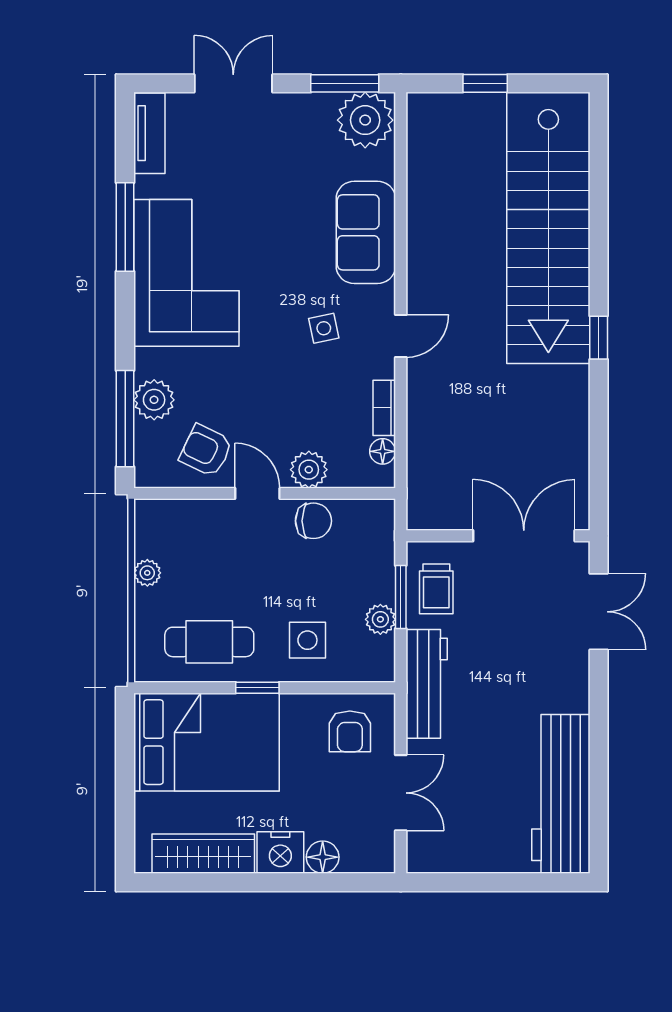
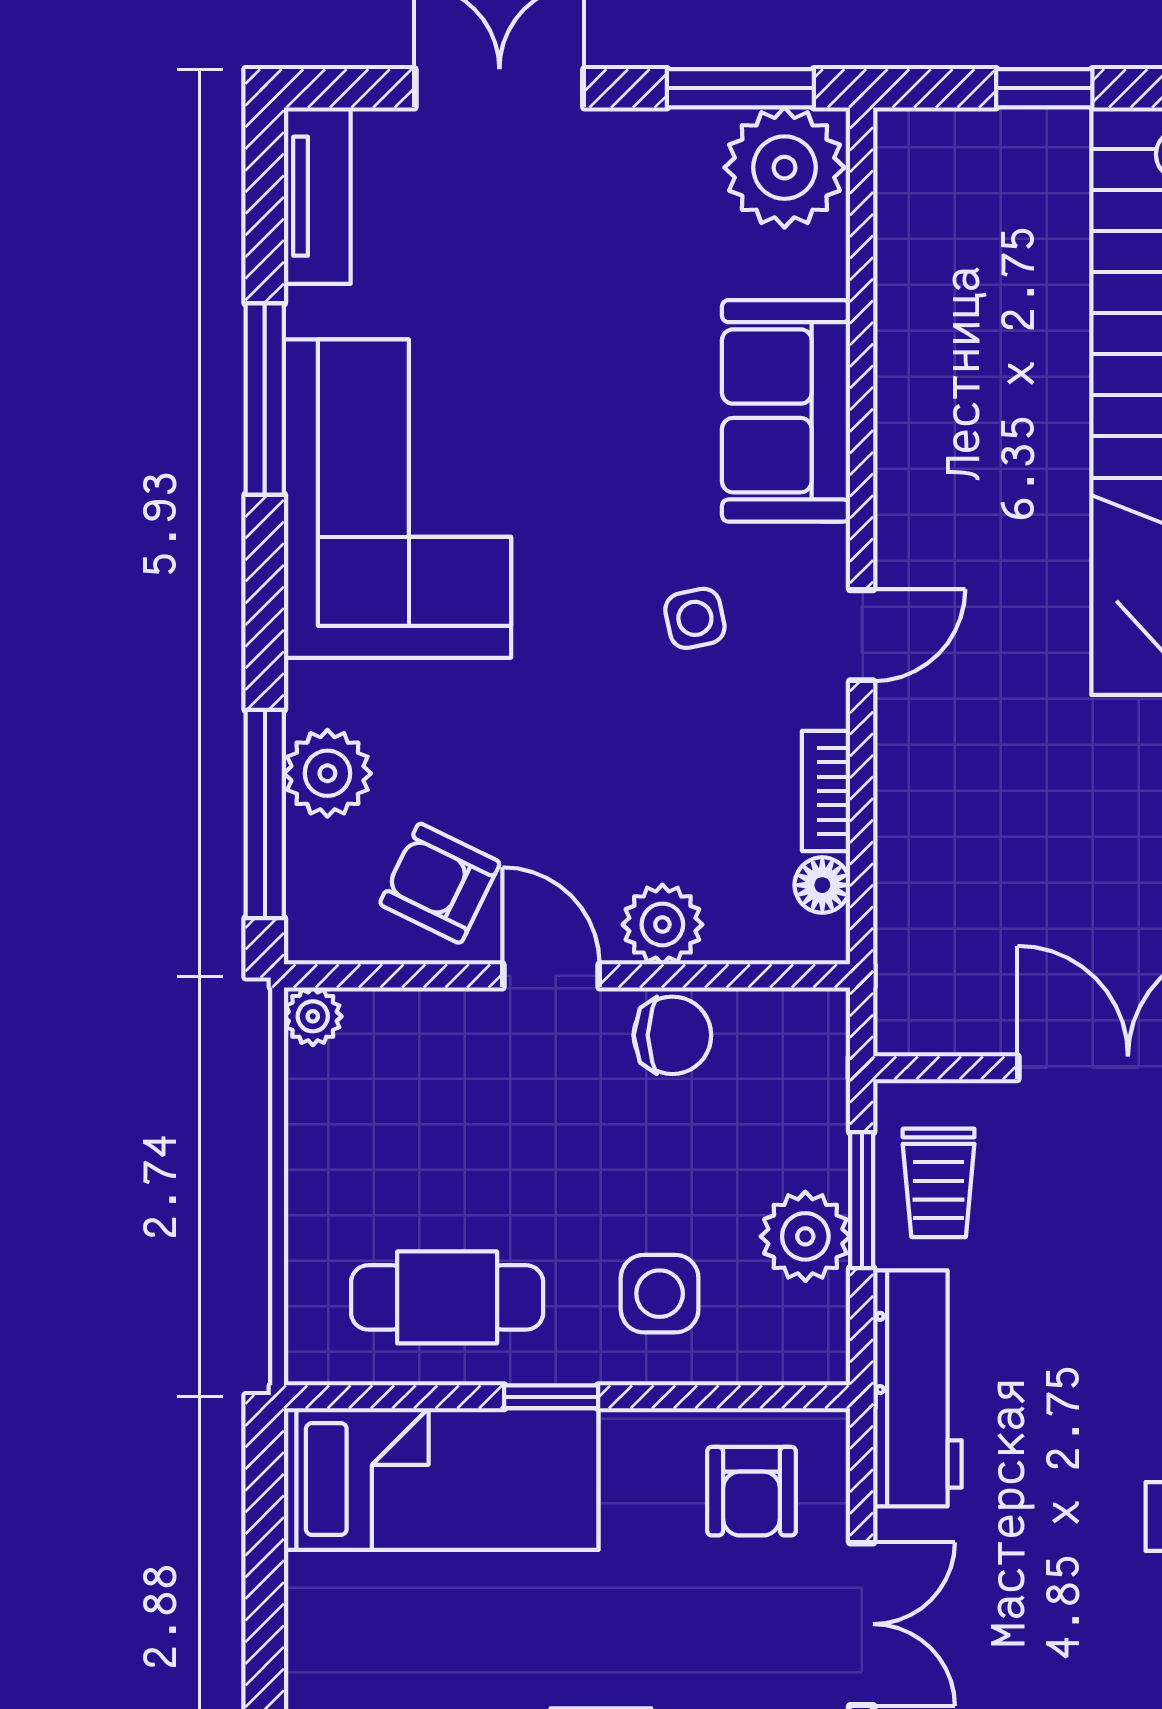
plant: (147, 573) -> (313, 1016), moved
plant: (380, 619) -> (805, 1236), width x1.38, depth x1.38
bed: (207, 742) -> (441, 1479), width x0.67

